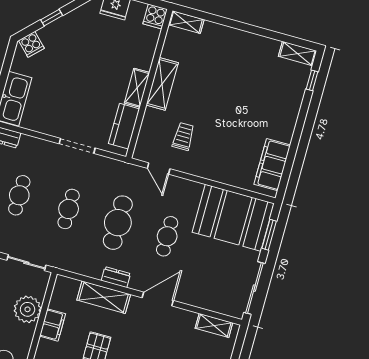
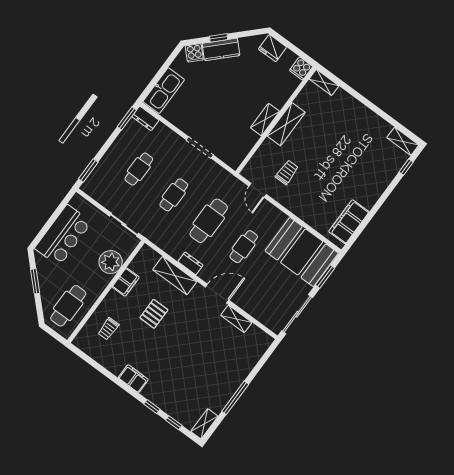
kitchen counter: (124, 126) -> (221, 49), moved, turned -135
shelving: (214, 325) -> (236, 319), moved

